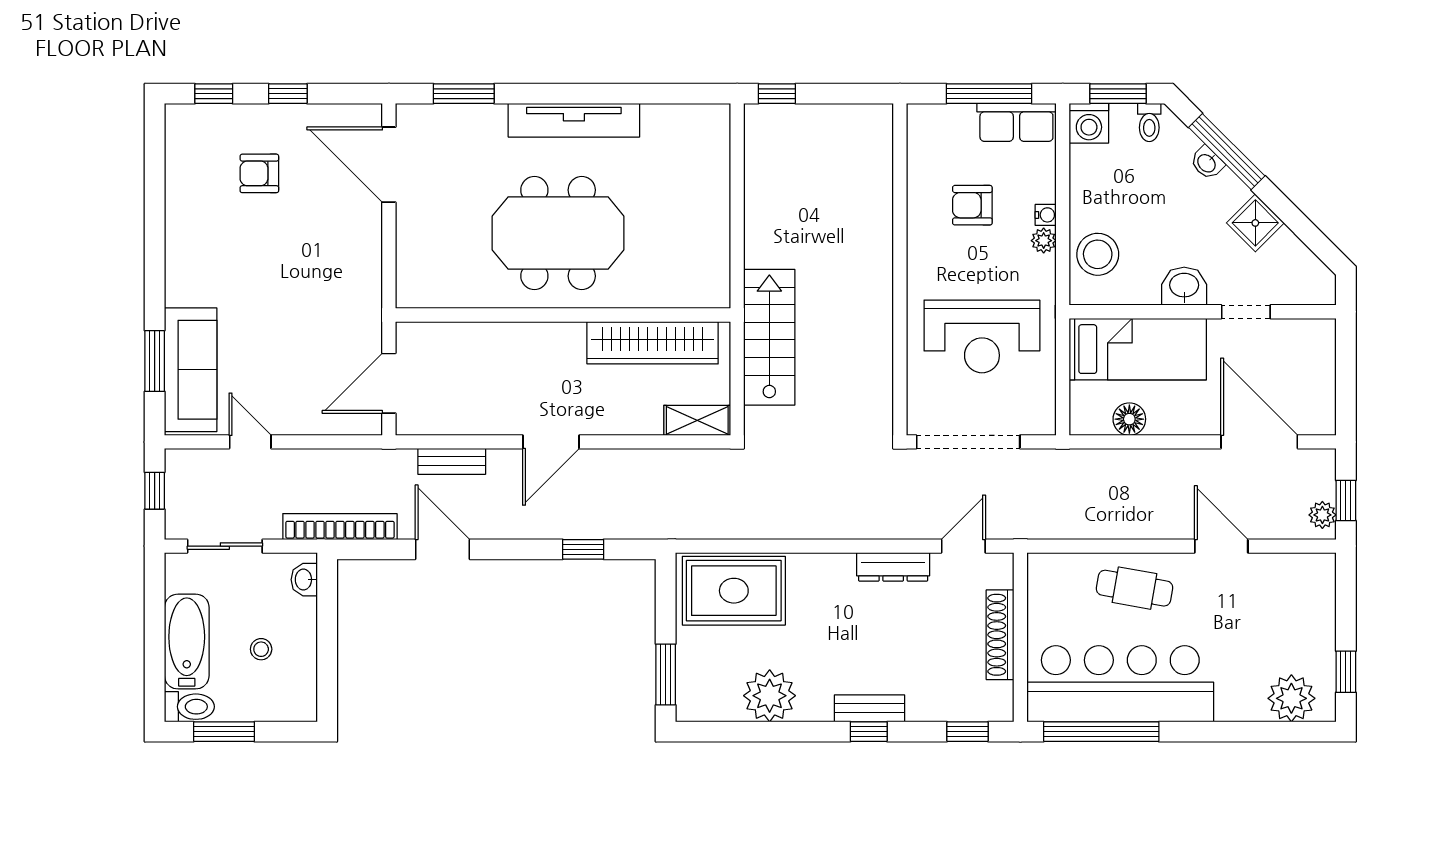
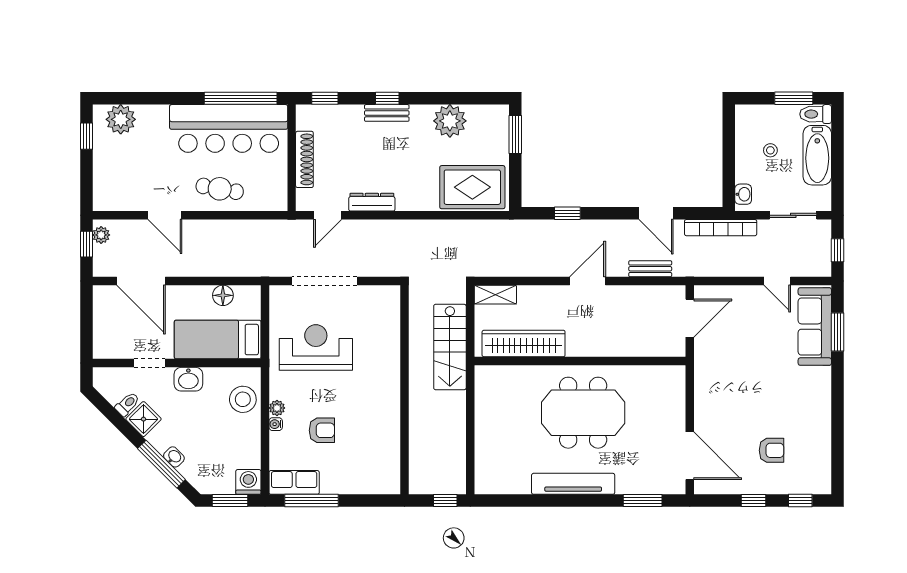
toilet: (1149, 123) -> (127, 404), moved, turned 45
wall: (900, 269) -> (405, 390), moved

